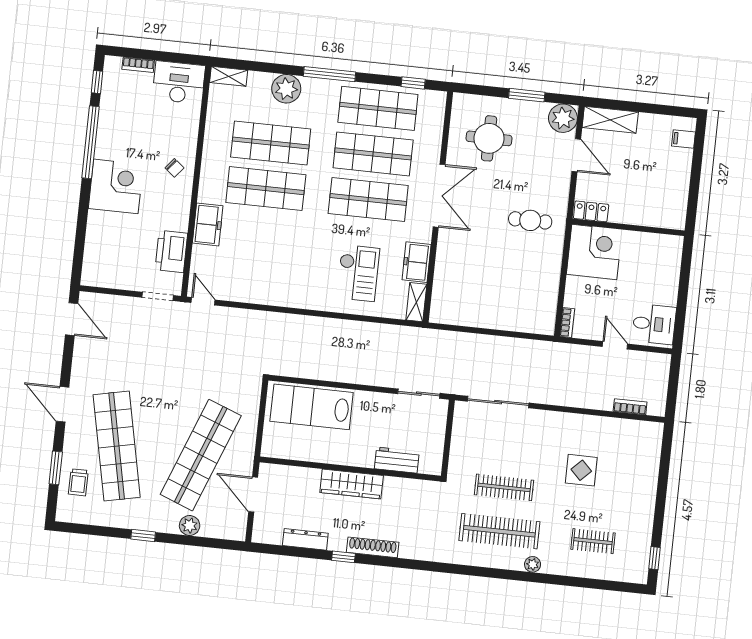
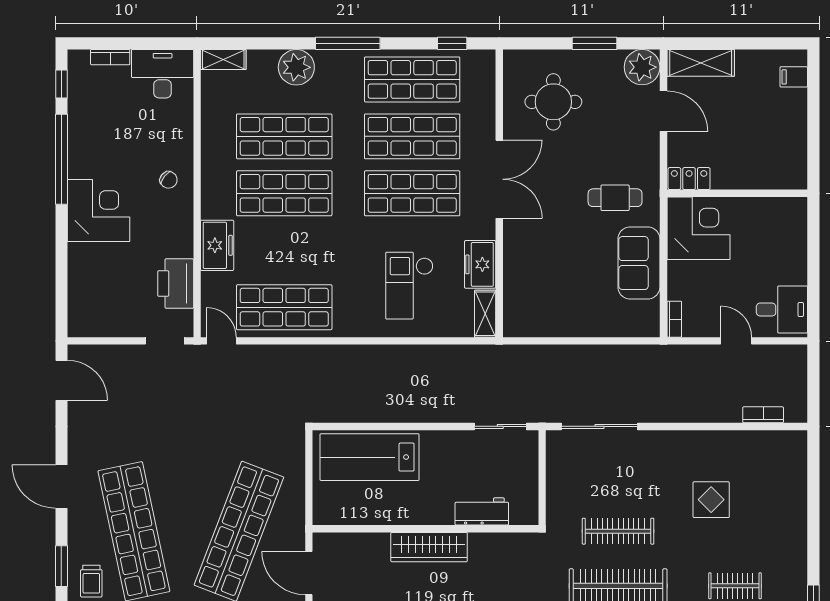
checkout: (358, 273) -> (409, 286), turned 180
sofa: (544, 275) -> (639, 263), added
shop shelf: (256, 280) -> (284, 307), added

